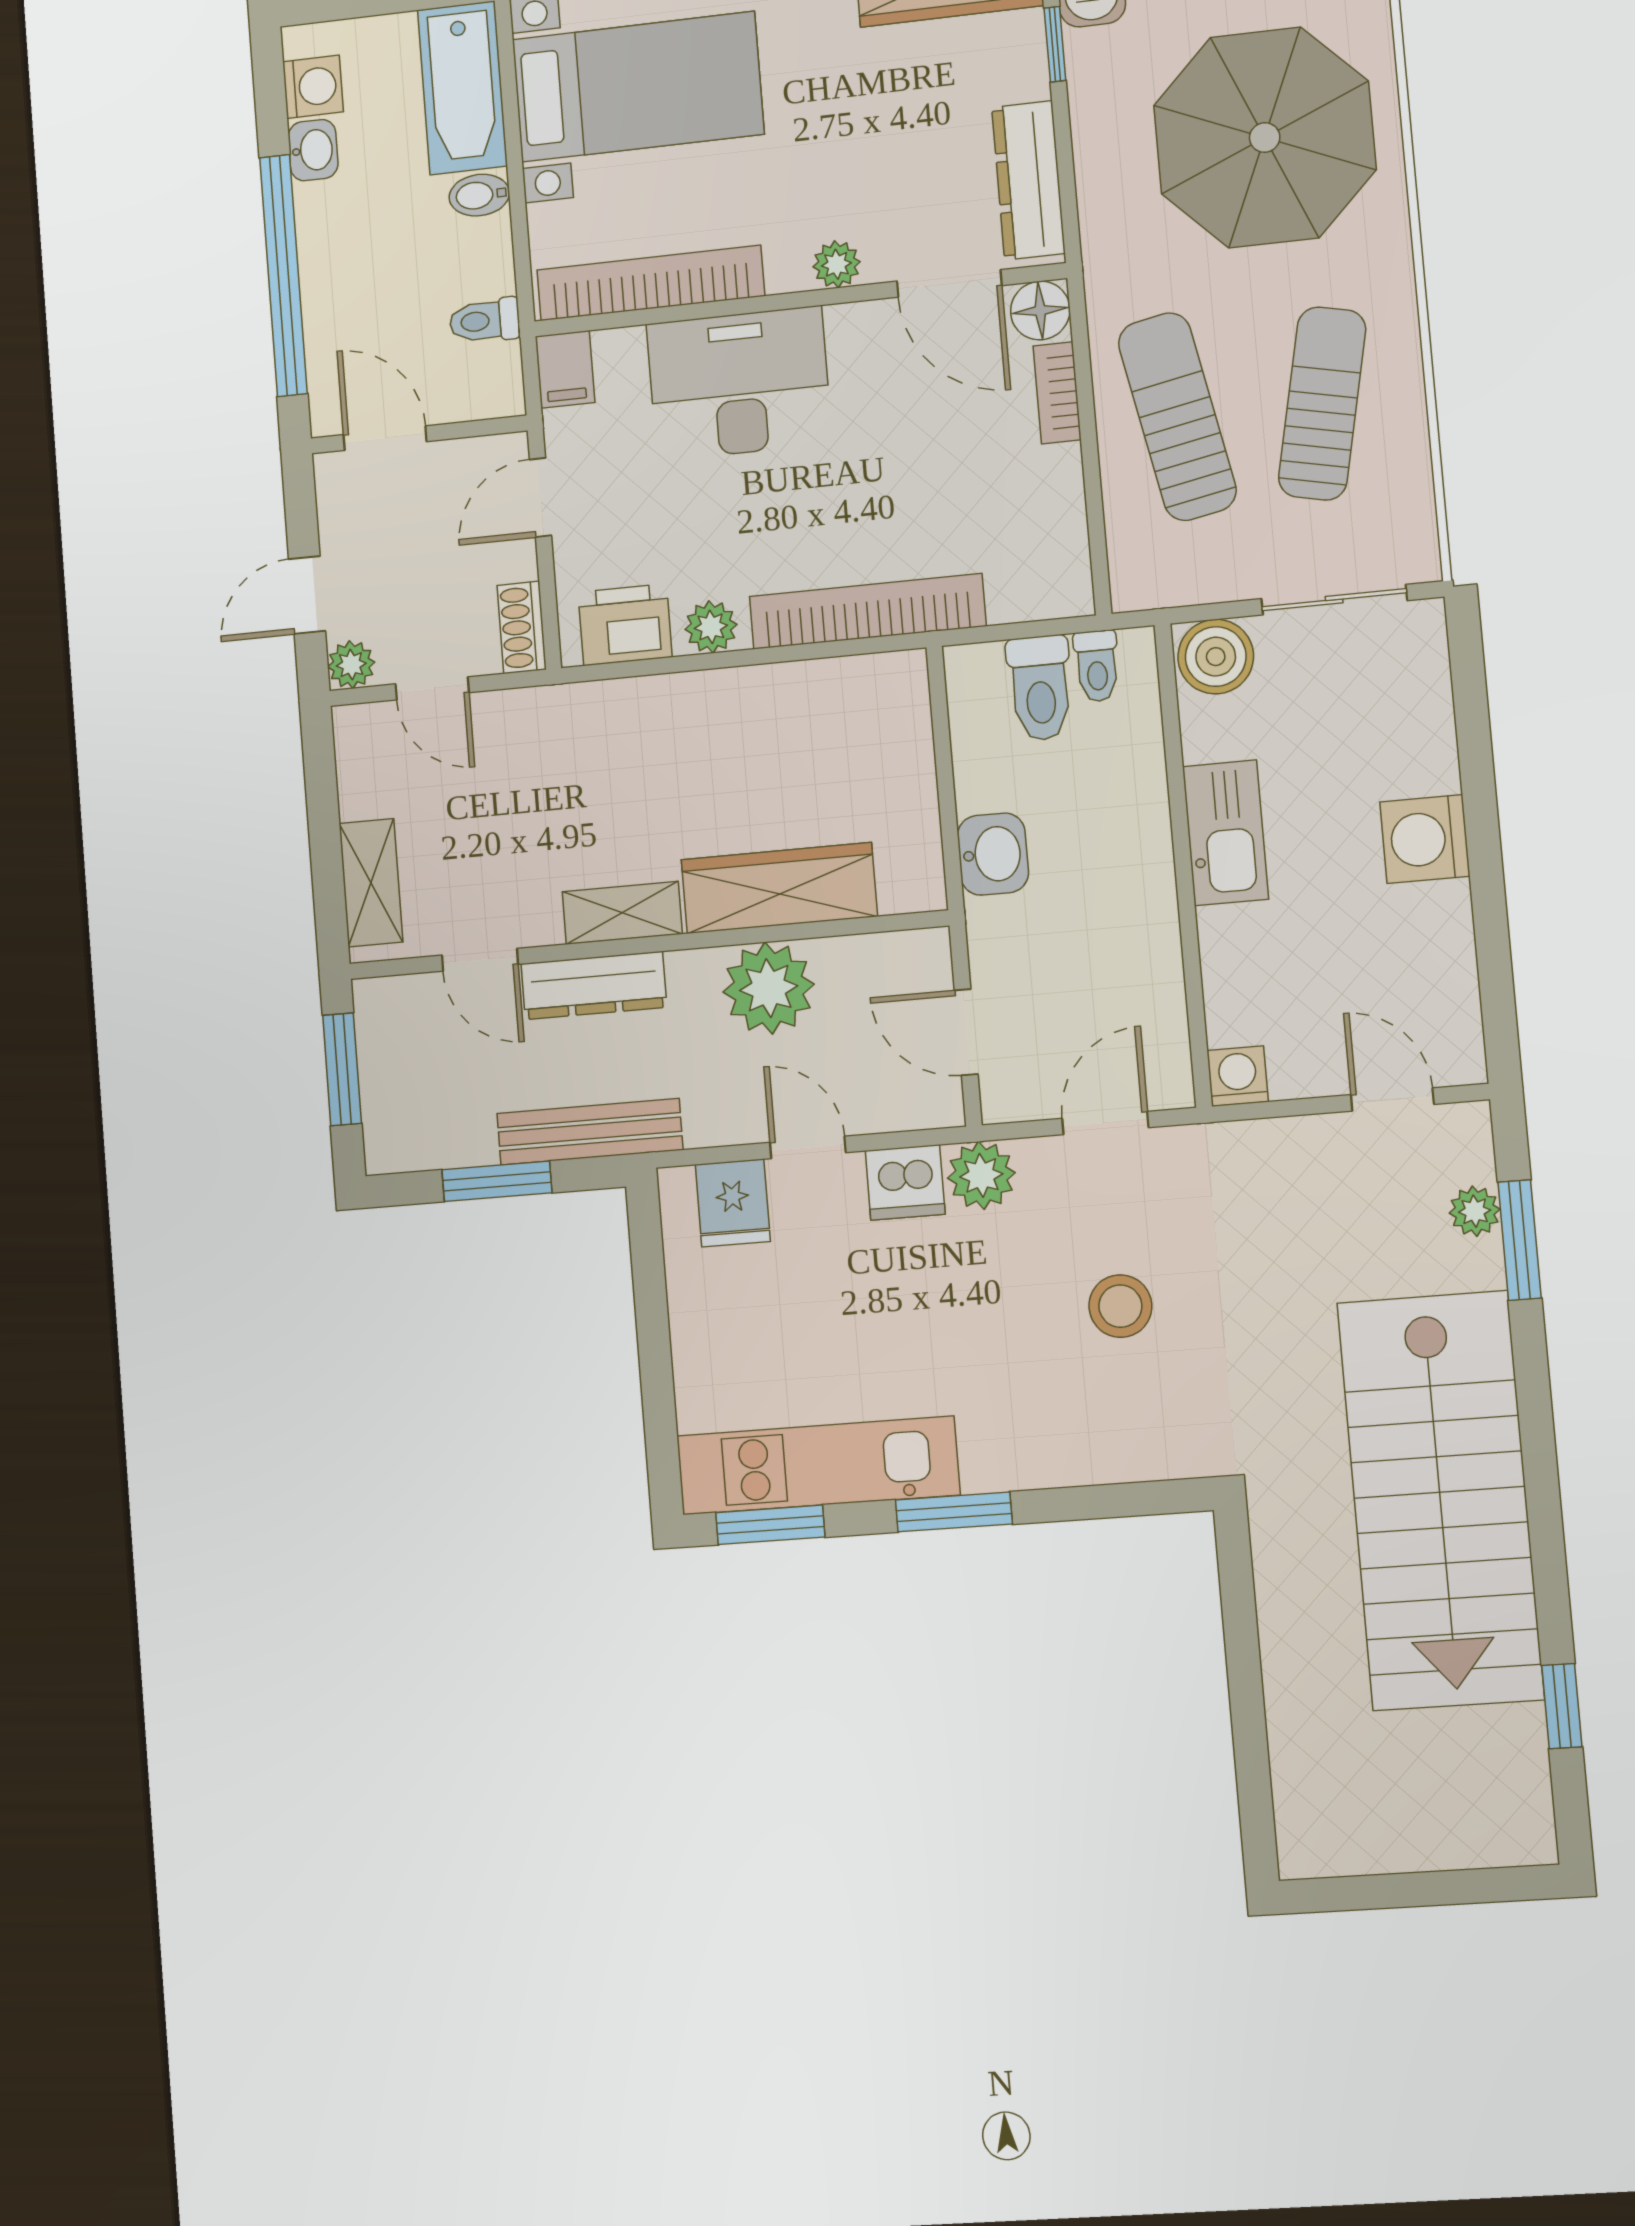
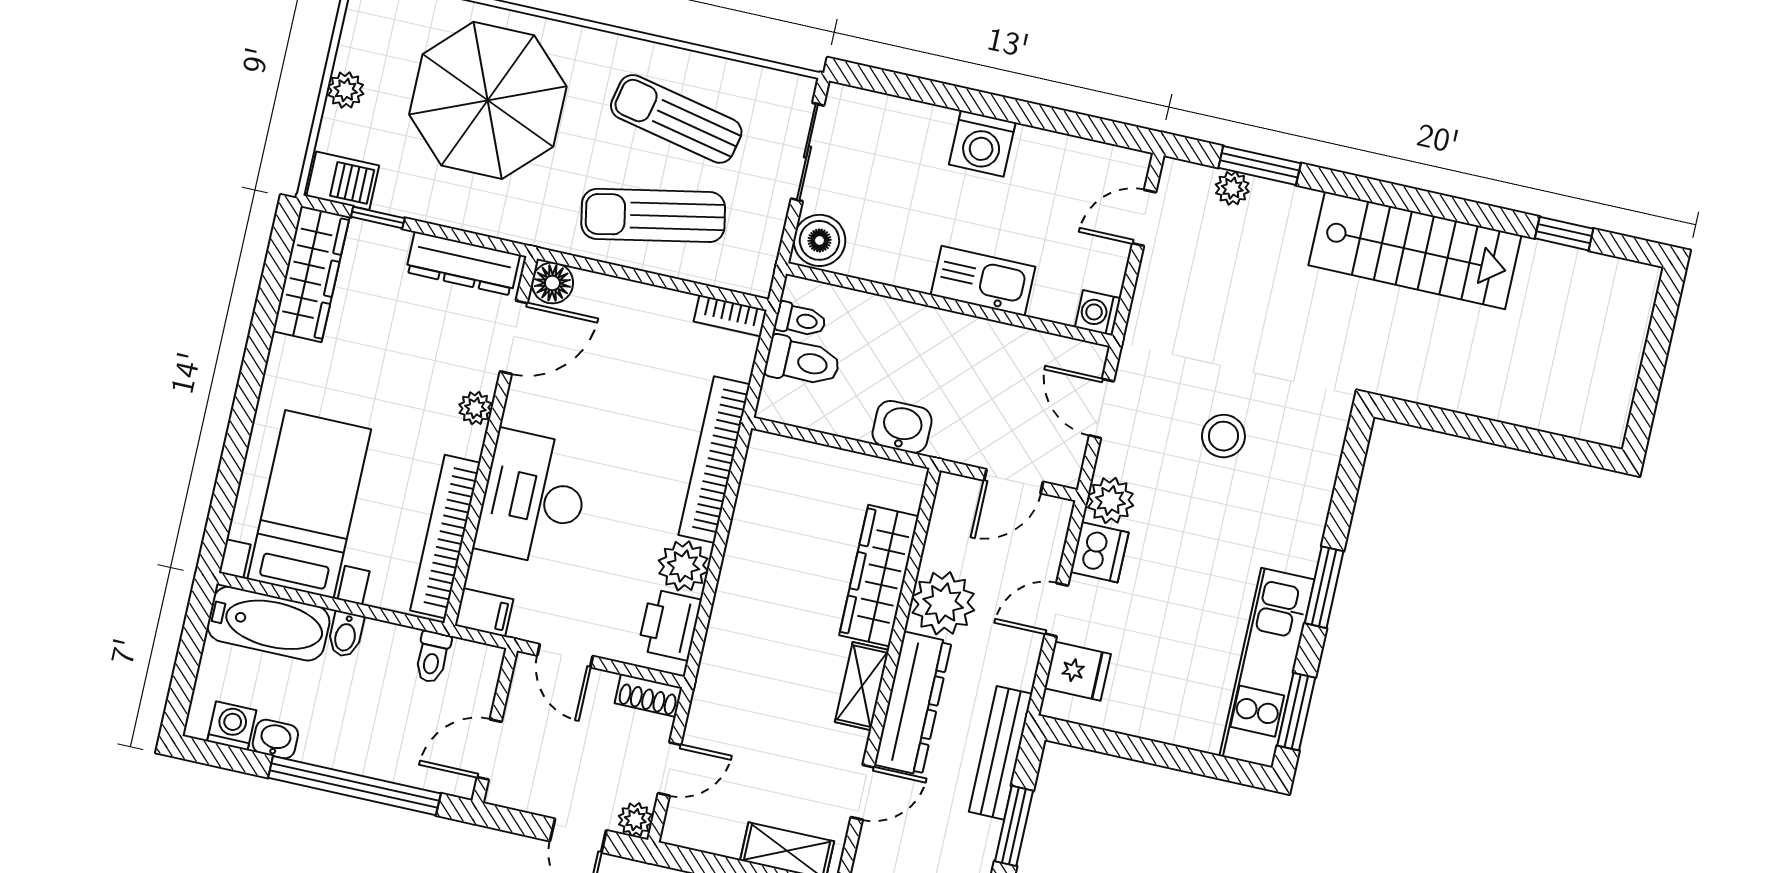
bookcase: (1057, 393) -> (730, 316), moved
plant: (711, 627) -> (683, 566), width x1.38, depth x1.38
kitchen sink: (1225, 833) -> (983, 281), moved
dresser: (594, 985) -> (913, 703), width x1.37, depth x1.24
stairs: (1440, 1501) -> (1415, 250), width x0.73, depth x0.66

